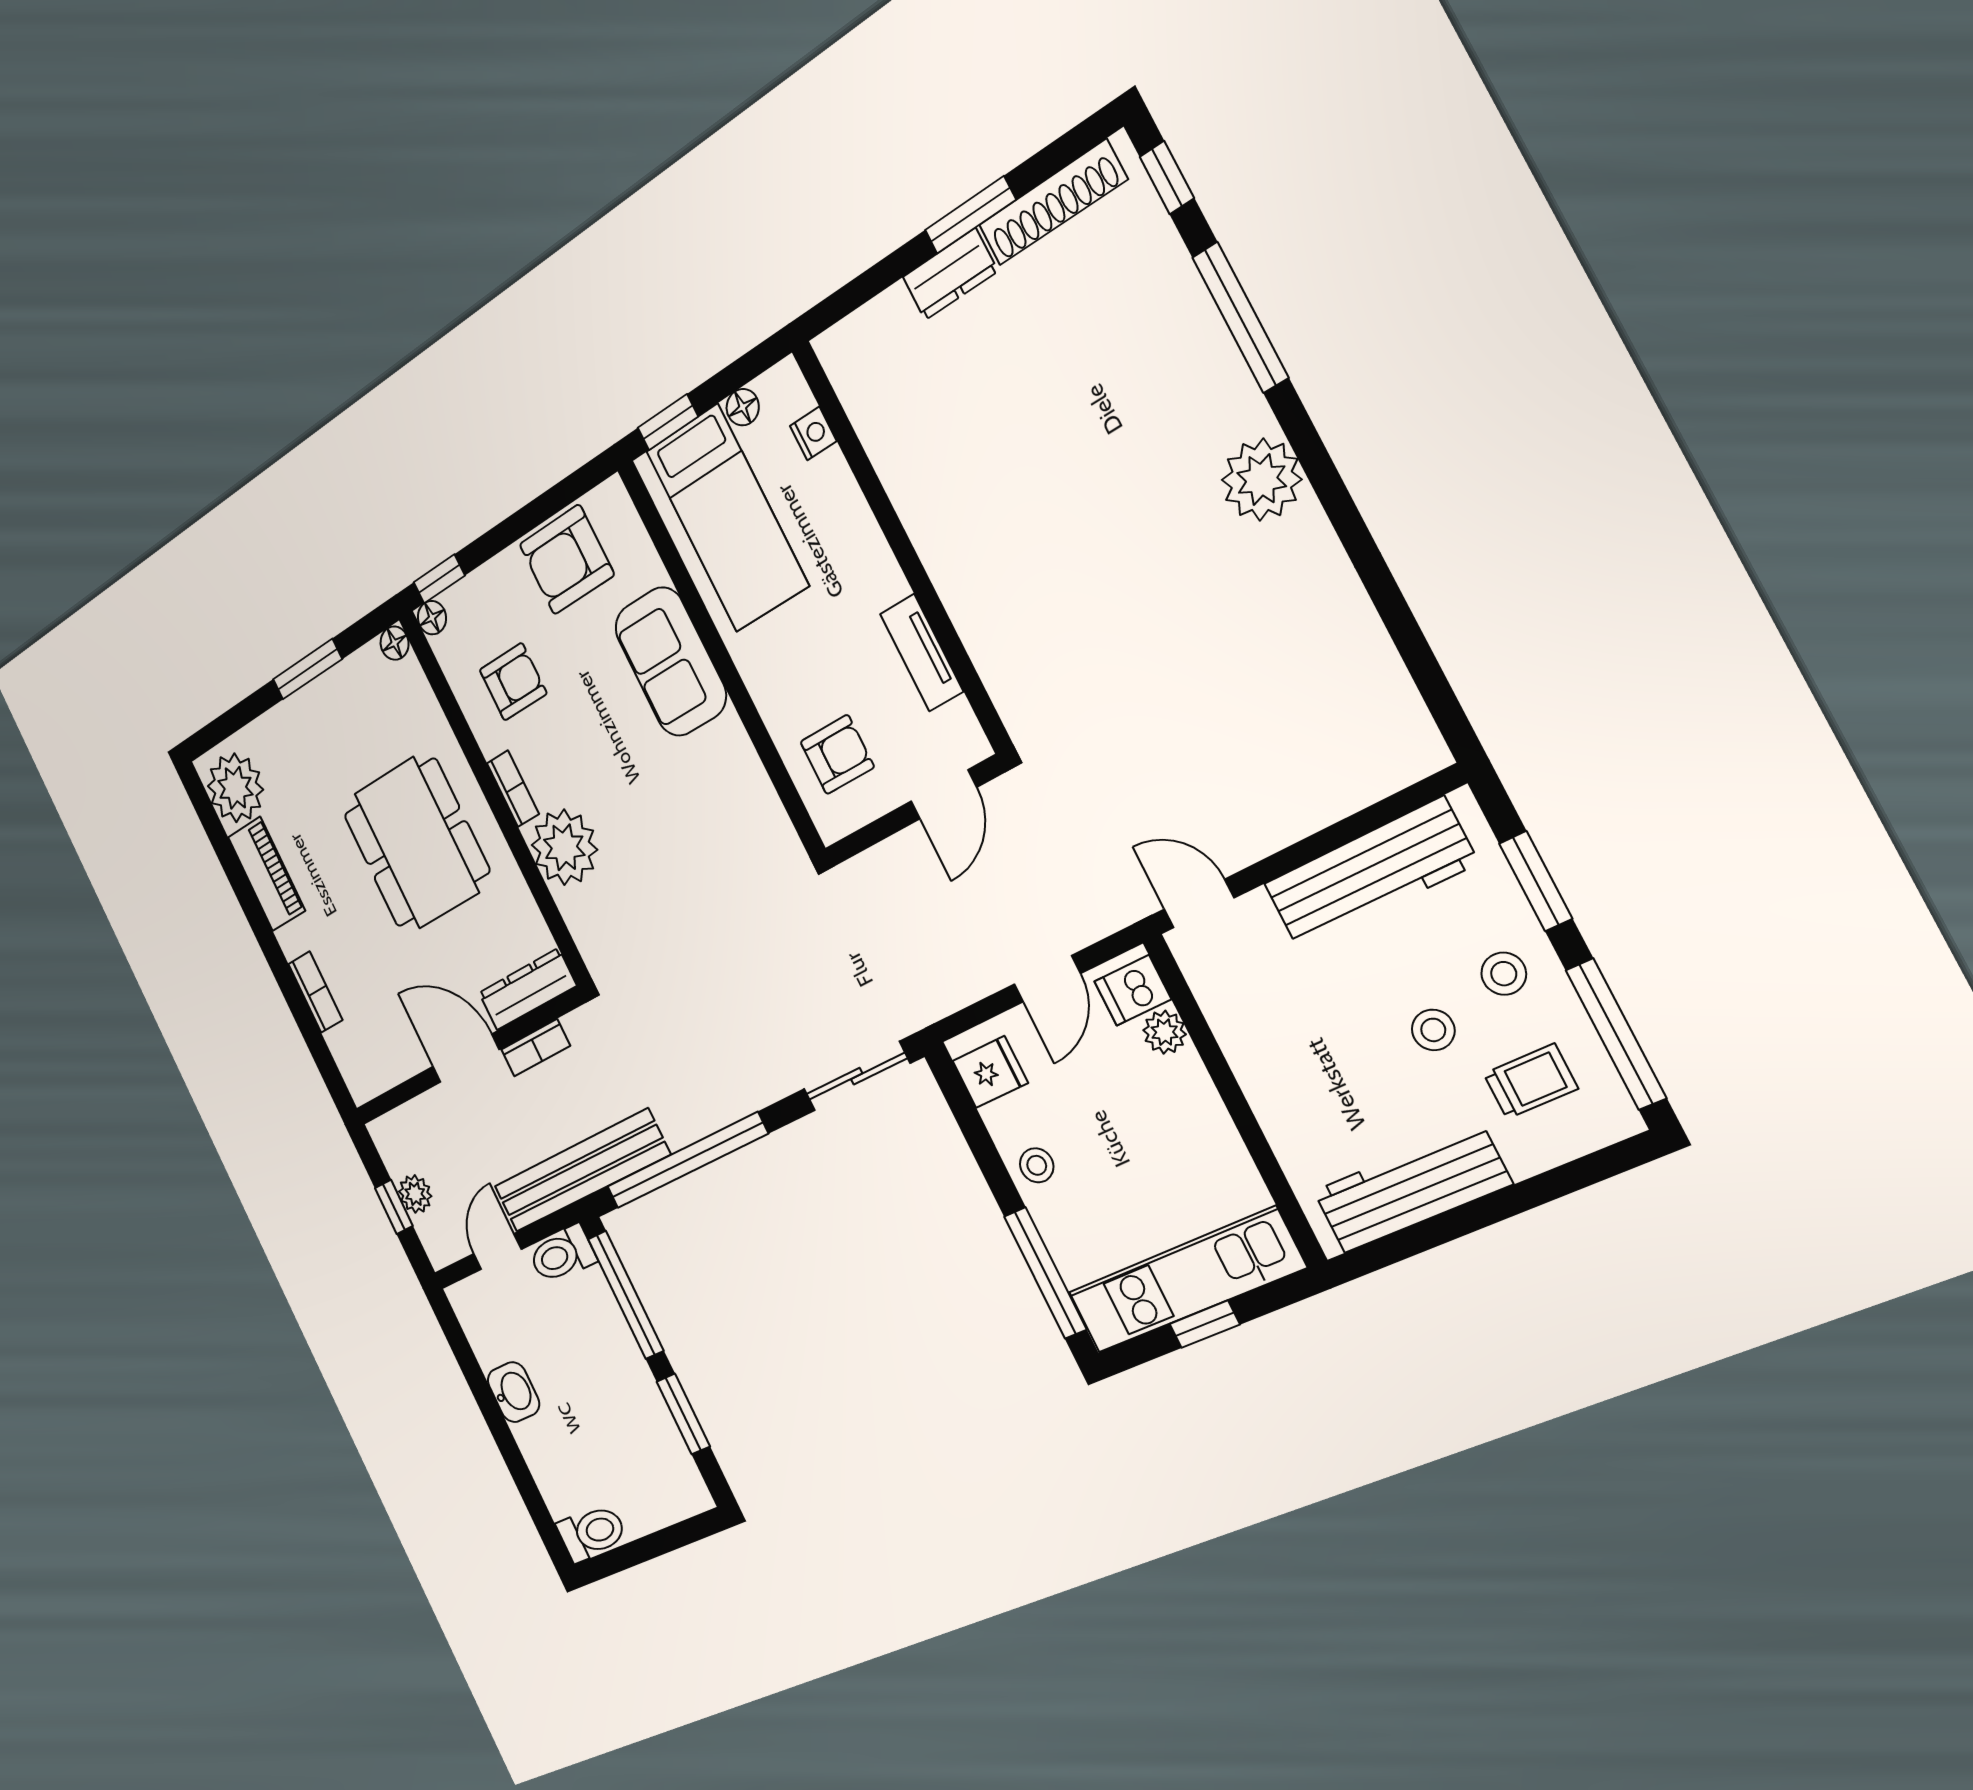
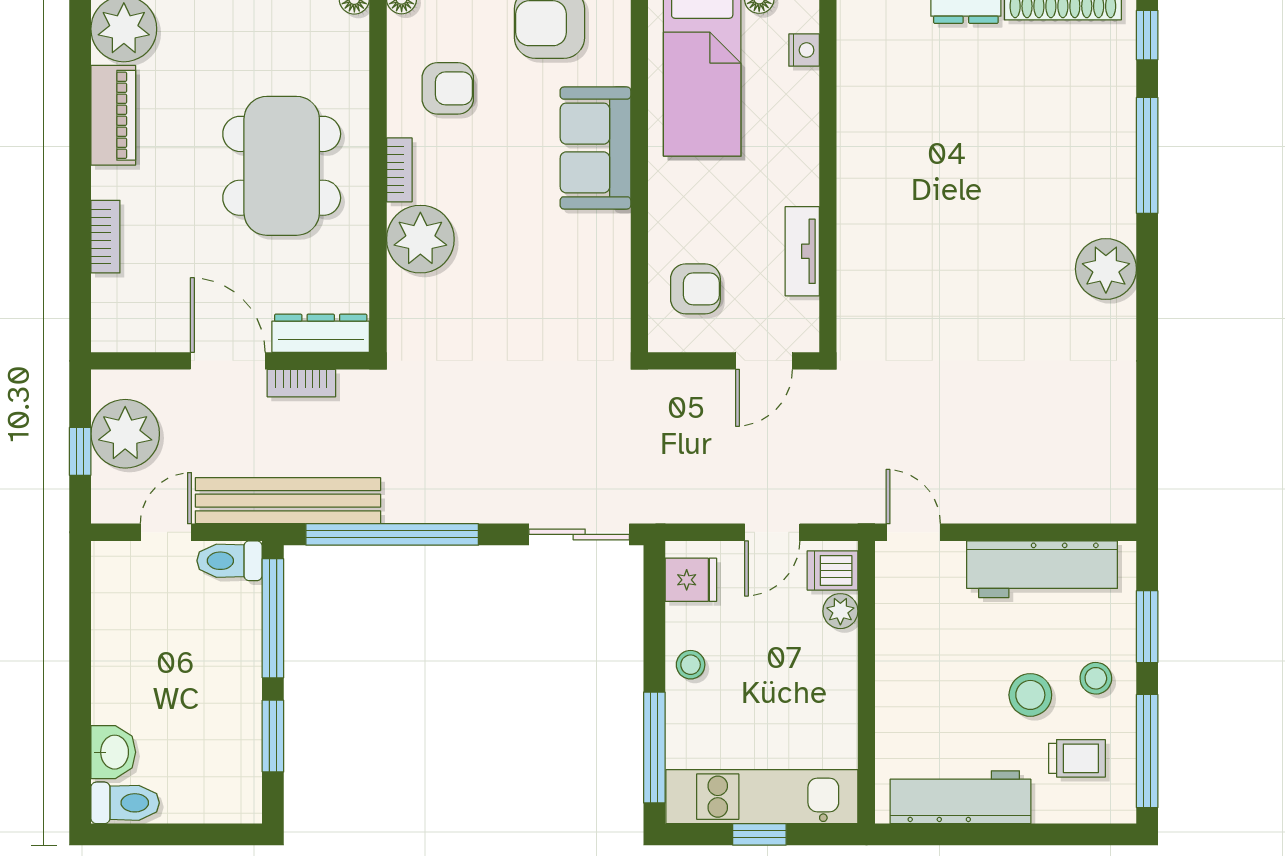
stool: (1433, 1030) -> (1030, 695), width x1.37, depth x1.37
plant: (415, 1194) -> (125, 434), width x1.87, depth x1.87
washbasin: (514, 1392) -> (113, 752), moved

